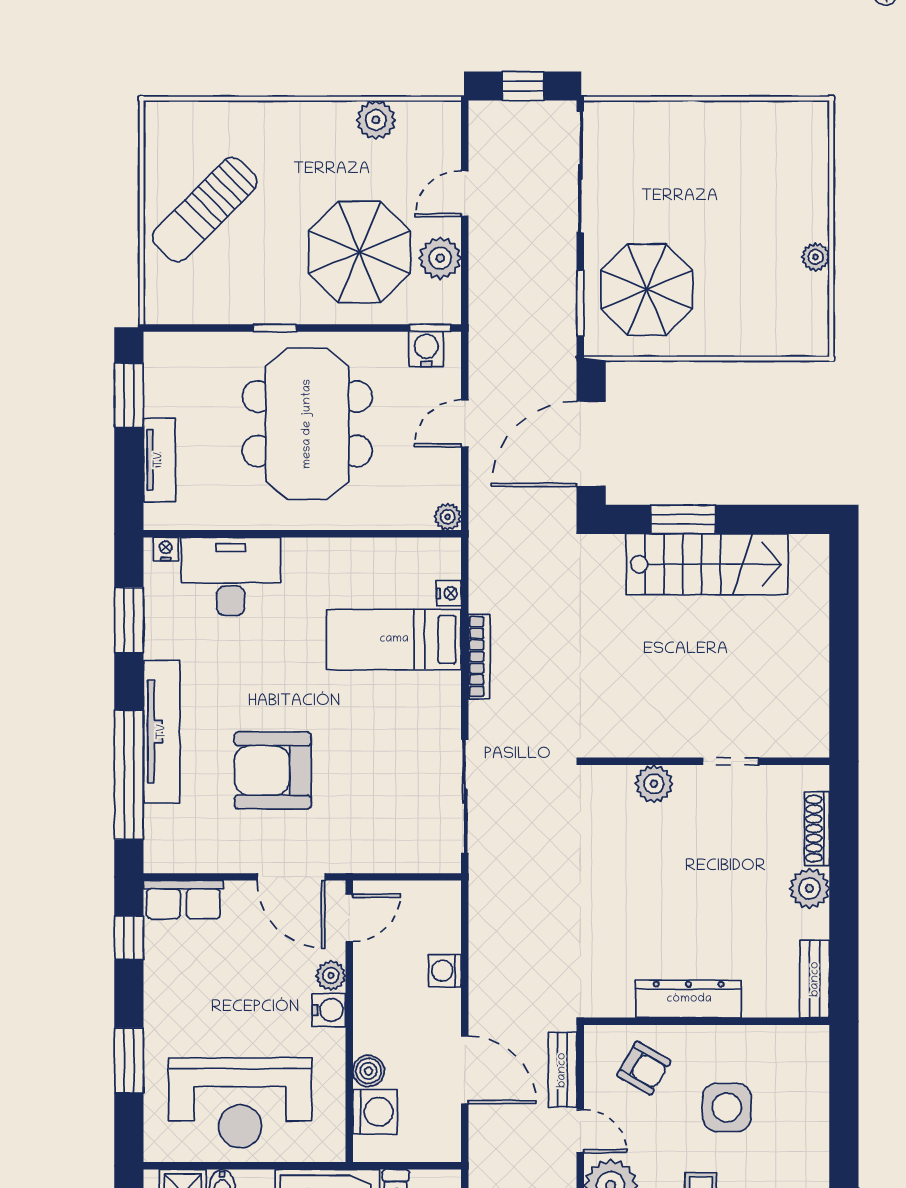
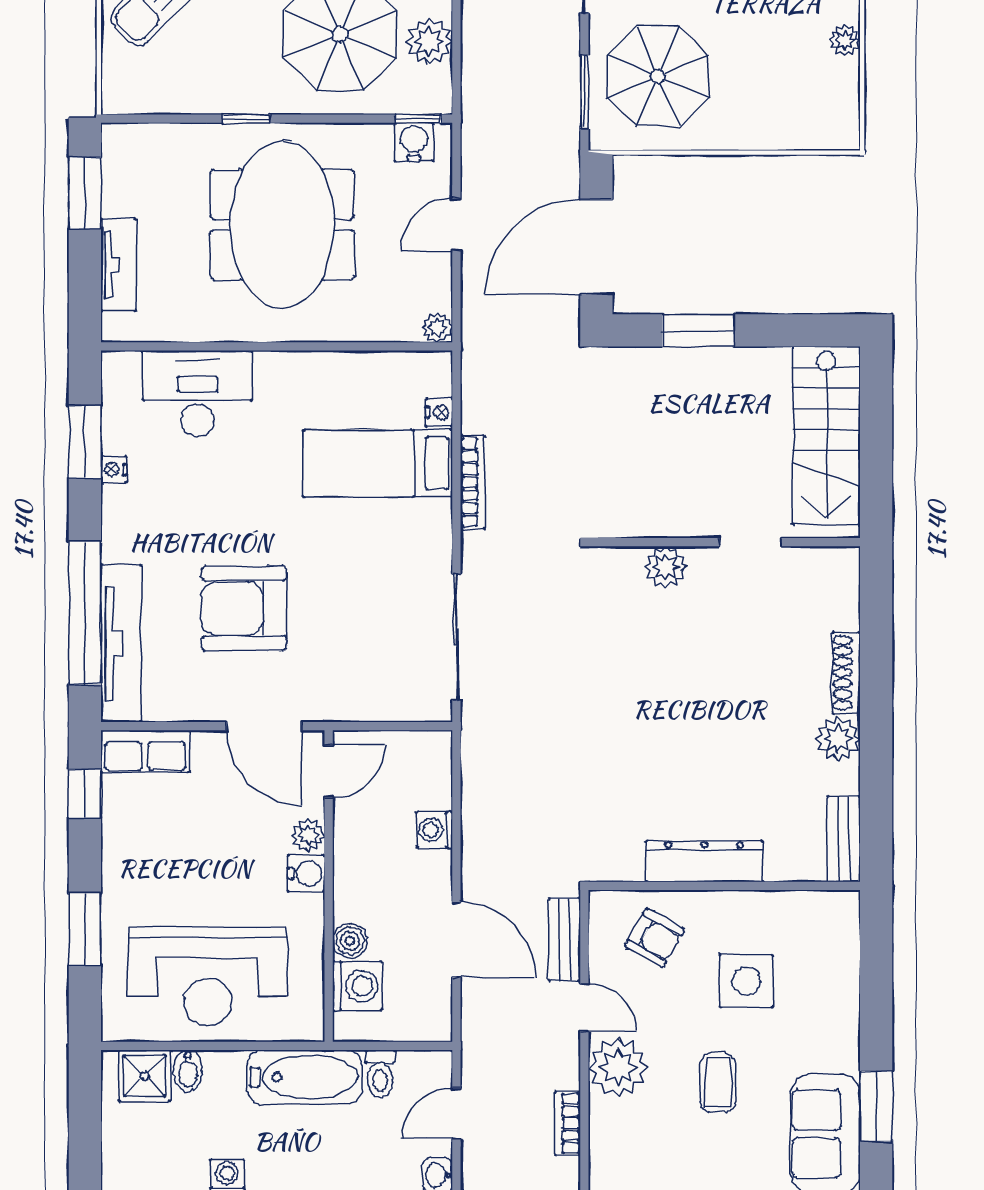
nightstand: (166, 549) -> (114, 469), moved, turned -90
stairs: (707, 564) -> (826, 436), moved, turned 90
tv unit: (162, 732) -> (121, 643), moved
wall: (707, 761) -> (724, 542), moved
doorway: (730, 761) -> (750, 542), moved
plant: (654, 784) -> (666, 567), moved

